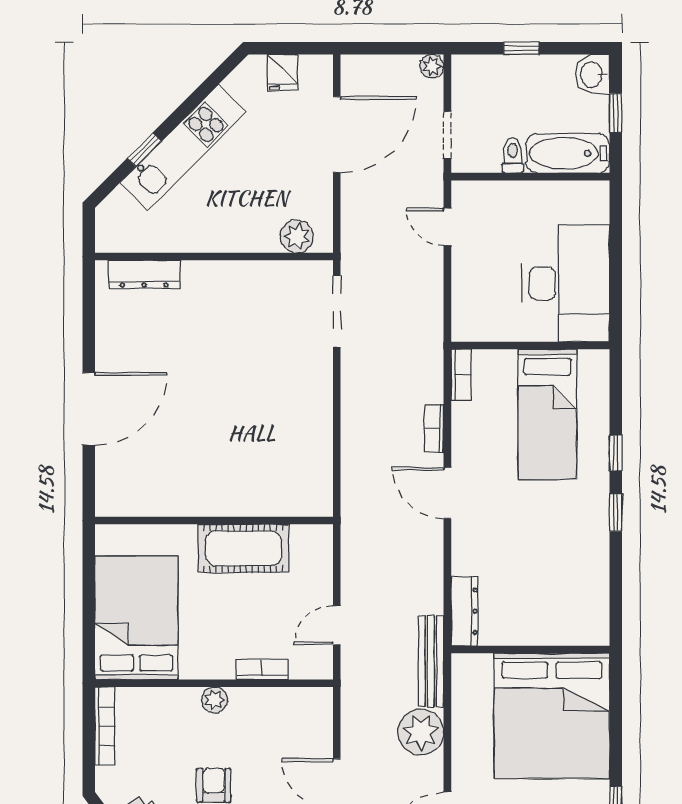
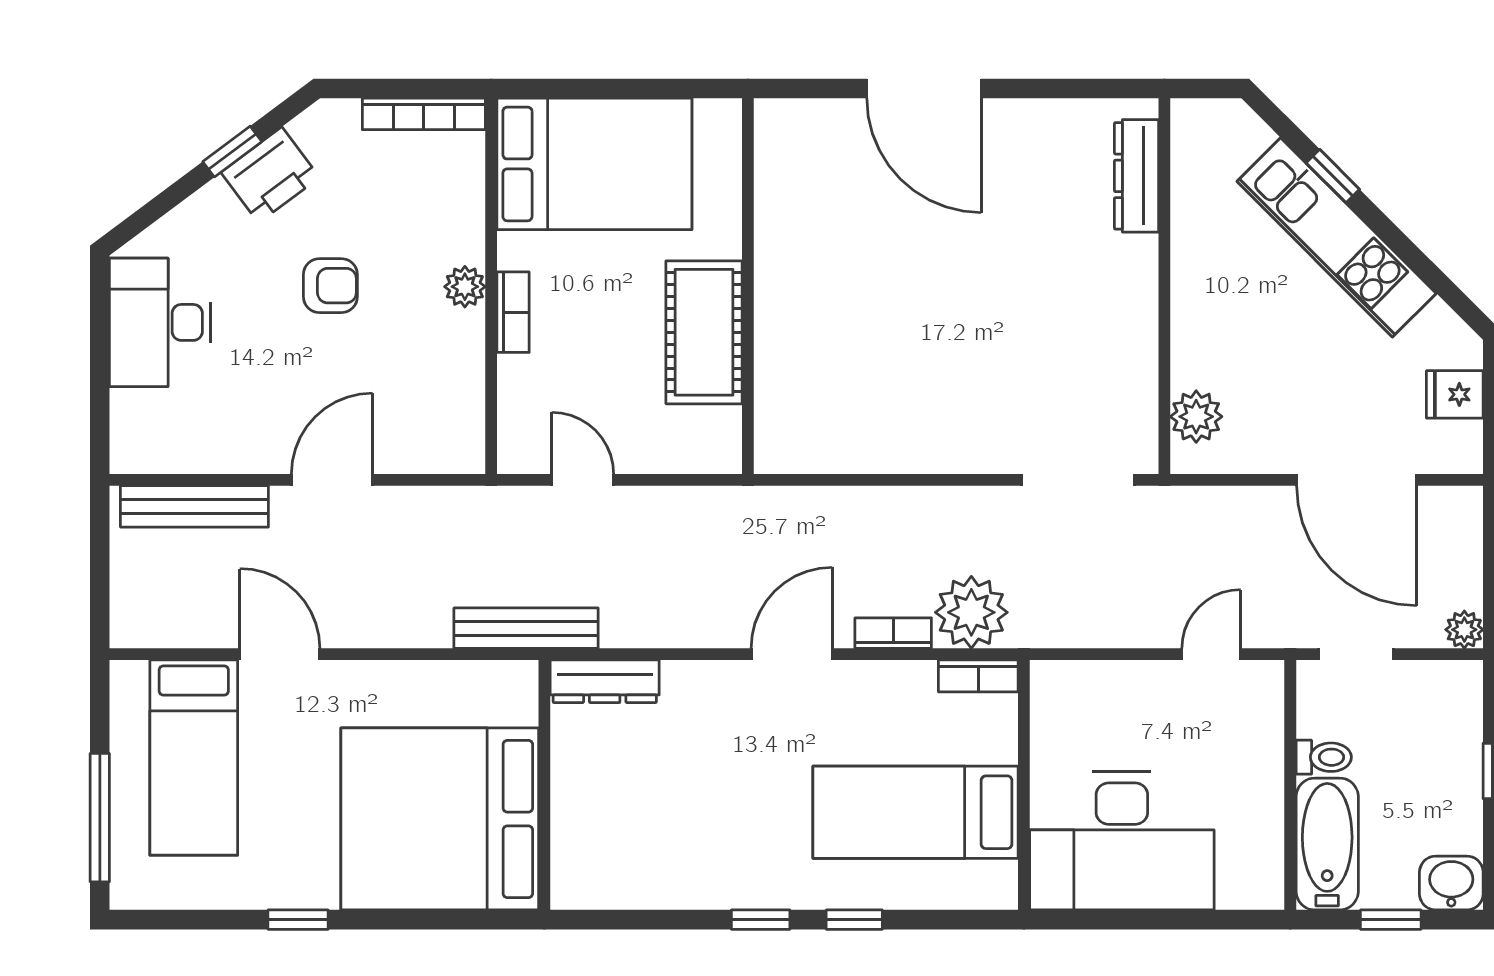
bookcase: (262, 669) -> (513, 312), moved
plant: (421, 732) -> (971, 612), moved

